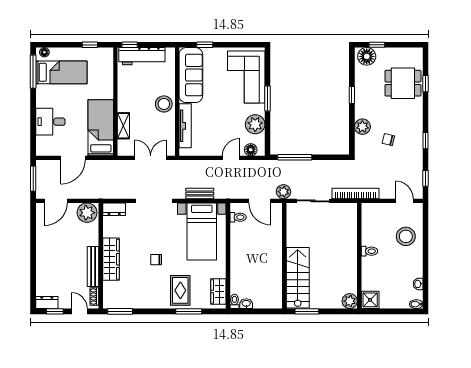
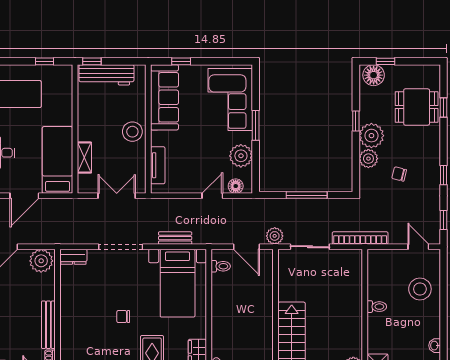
plant: (365, 107) -> (371, 136), added
tv unit: (185, 126) -> (158, 165), width x0.71
window: (295, 157) -> (307, 195), moved
wardrobe: (111, 259) -> (70, 316), removed

